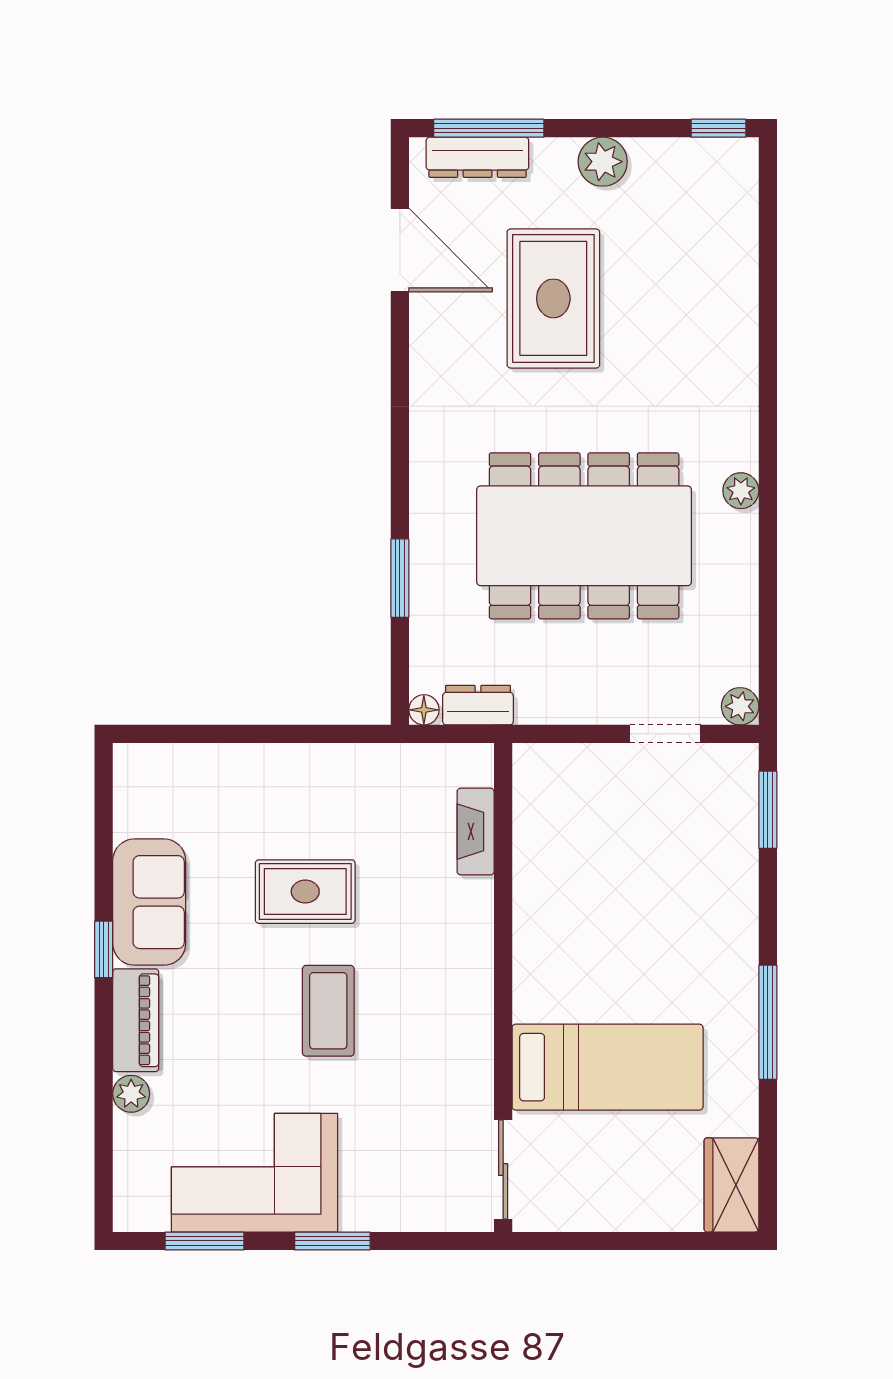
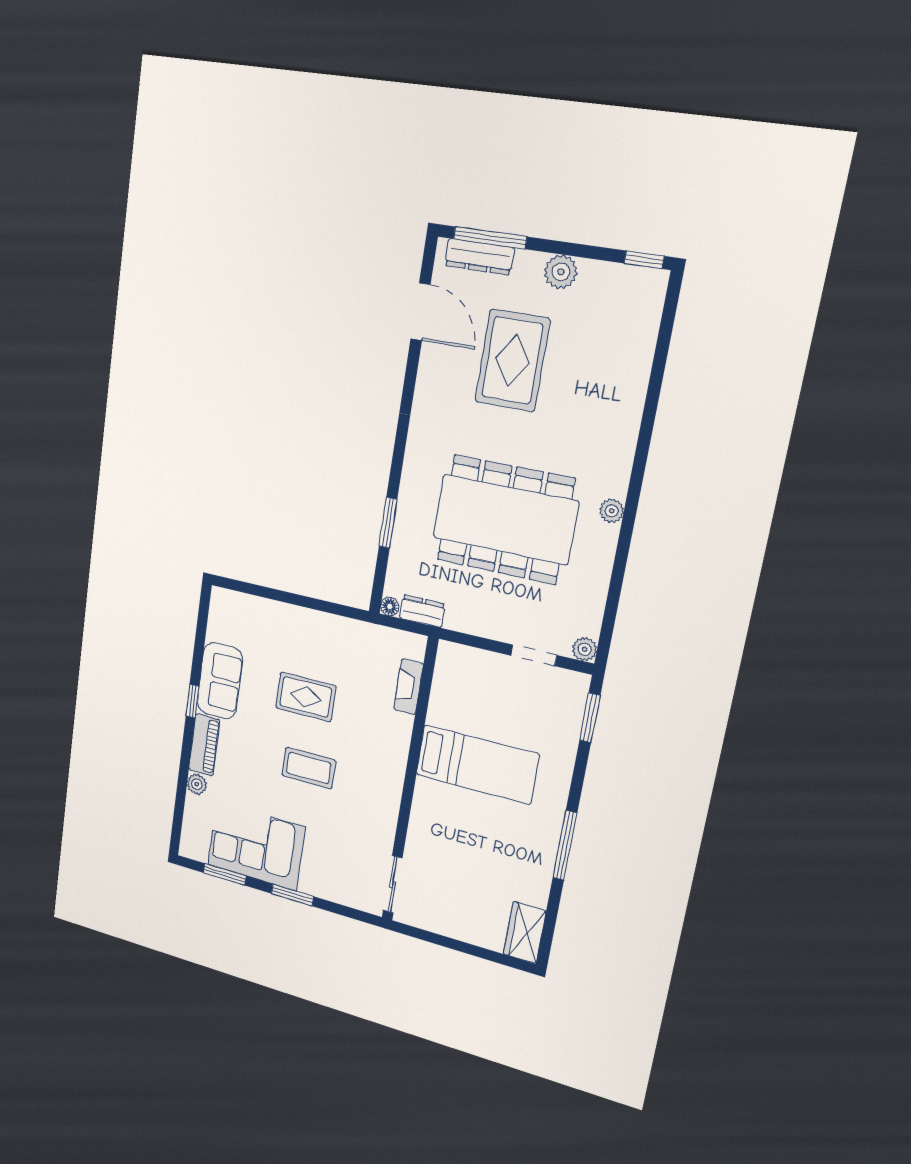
coffee table: (328, 1011) -> (309, 768), turned 90
bed: (608, 1067) -> (477, 764), moved

